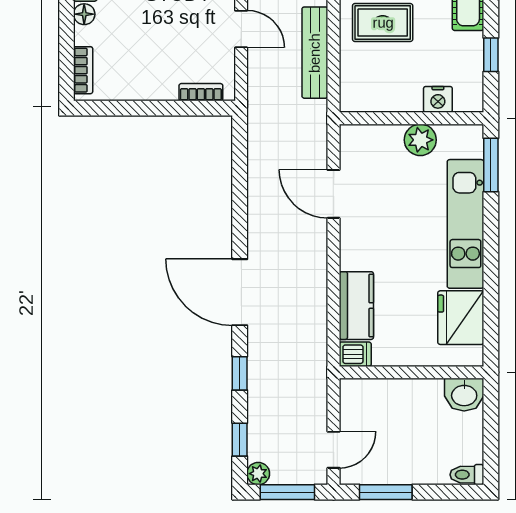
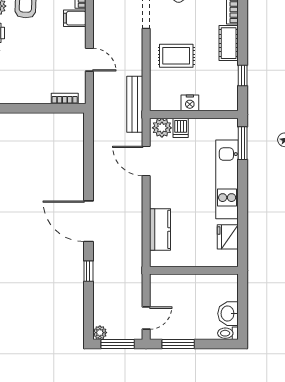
bench: (315, 53) -> (135, 104), moved
nightstand: (438, 99) -> (190, 103), moved
plant: (420, 140) -> (162, 128), moved
fridge: (461, 318) -> (228, 237), width x0.73, depth x0.75
dishwasher: (355, 354) -> (181, 128), moved, turned 90
washbasin: (464, 395) -> (228, 314), moved, turned 90
window: (240, 440) -> (88, 312), removed

